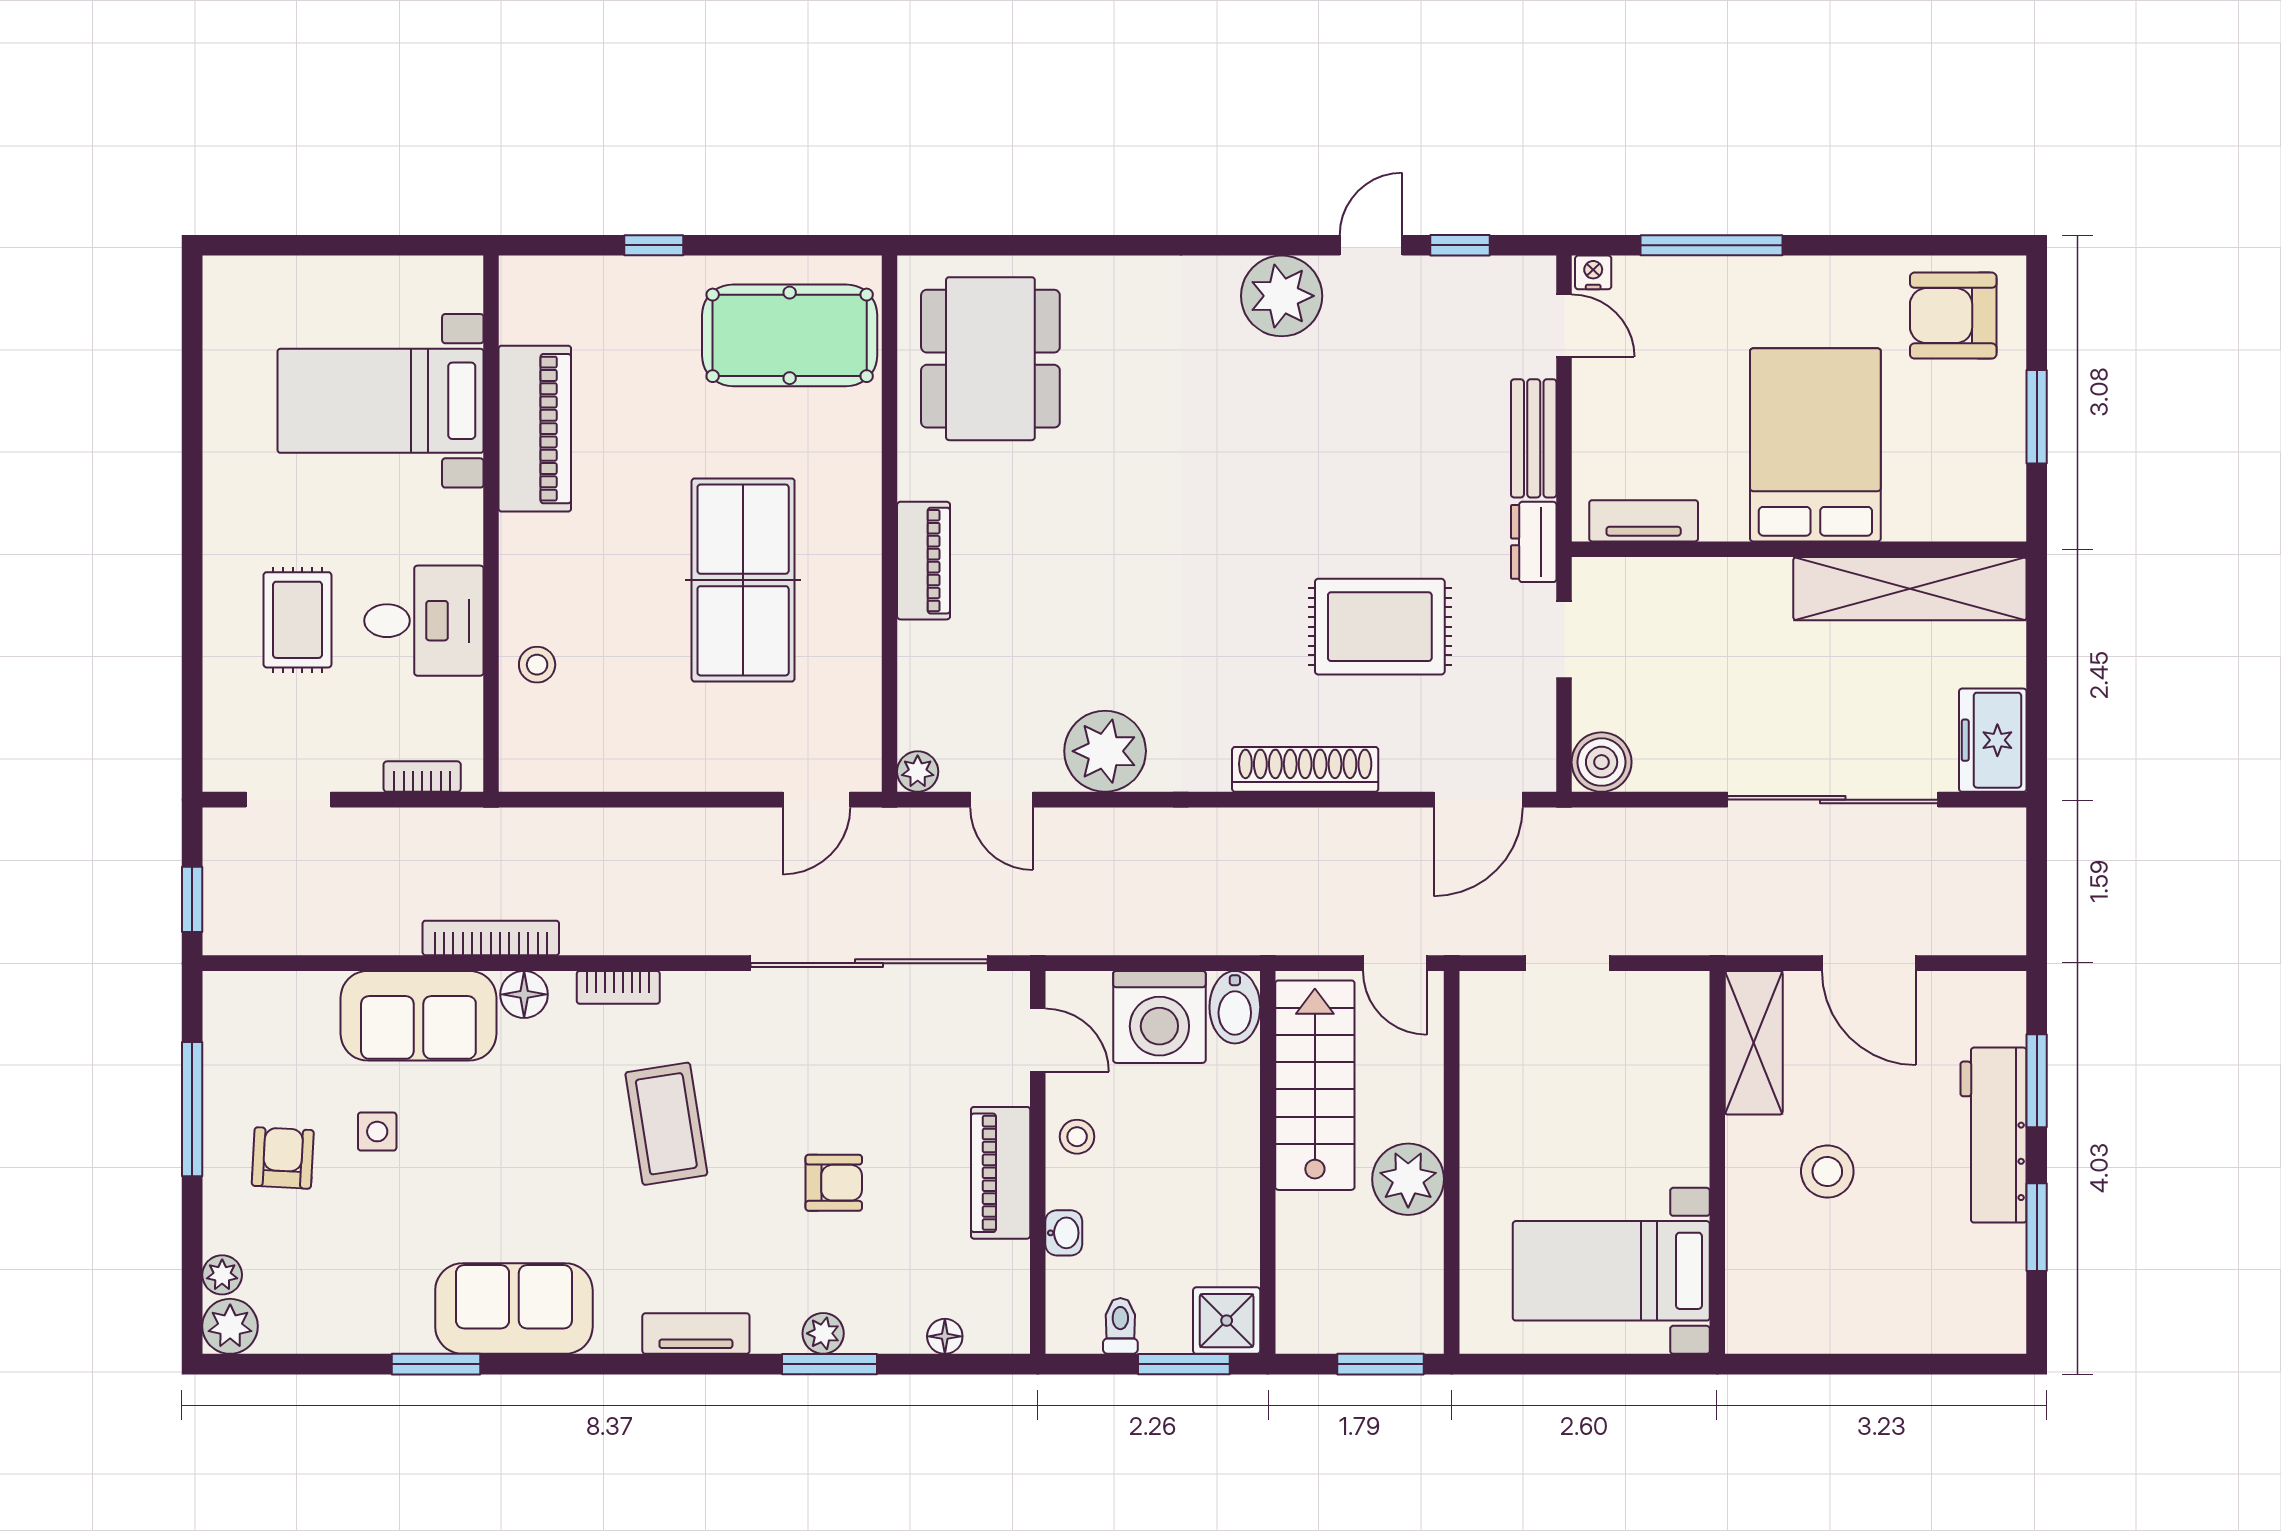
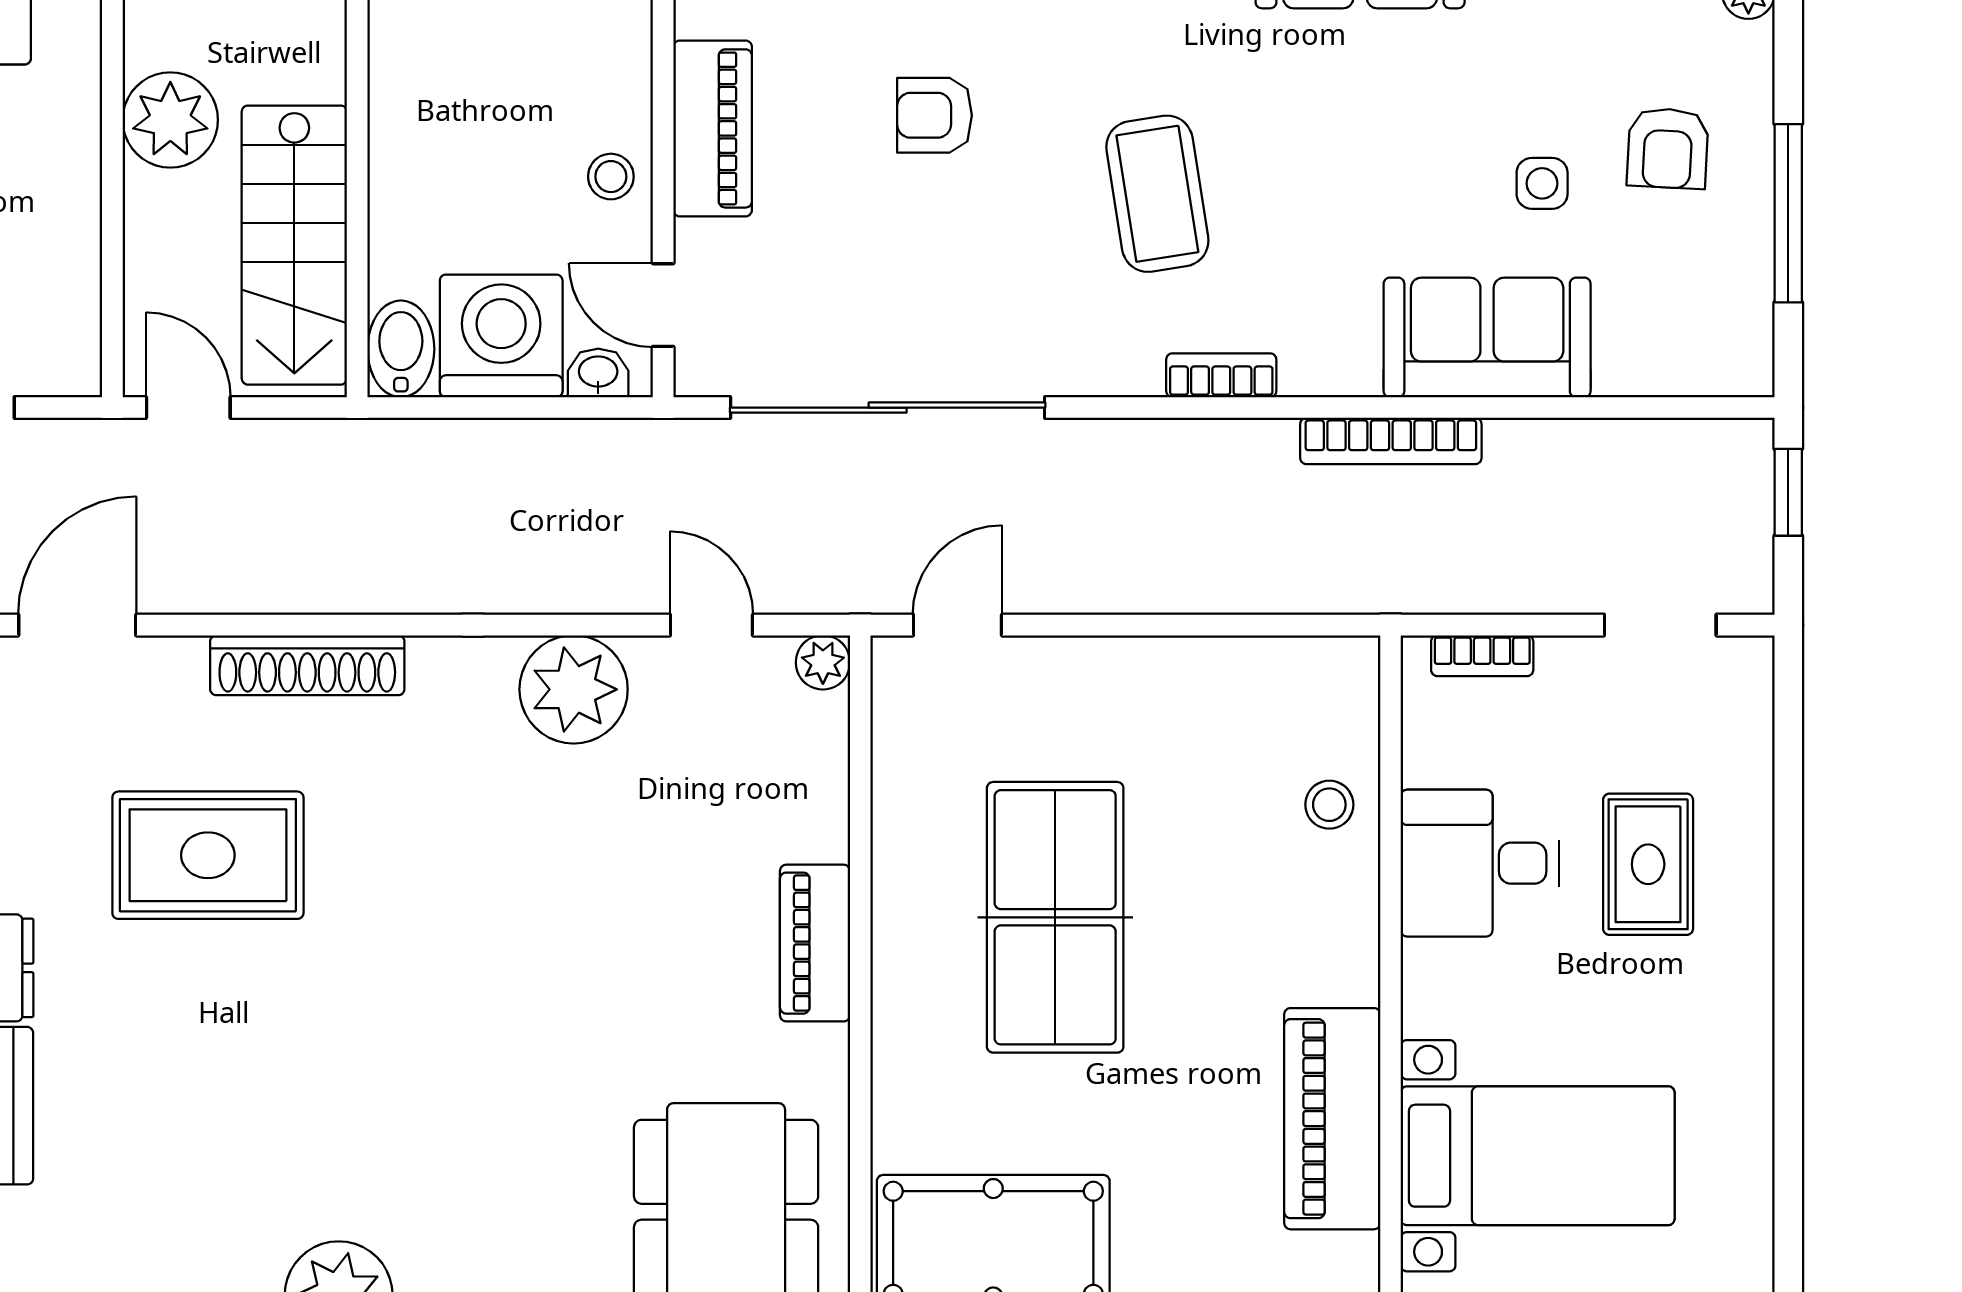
floor lamp: (524, 994) -> (1347, 366), removed
washbasin: (1064, 1233) -> (598, 373), moved, turned 90

